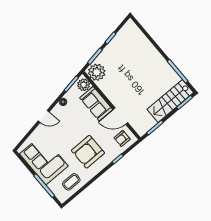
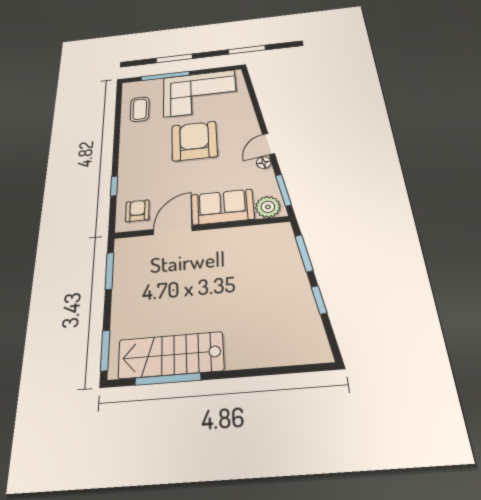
plant: (97, 72) -> (274, 239), removed
stairs: (170, 101) -> (171, 355), moved, turned -90
door: (44, 116) -> (268, 144), moved
armchair: (88, 152) -> (194, 141), moved

